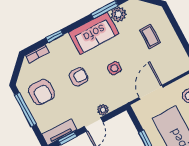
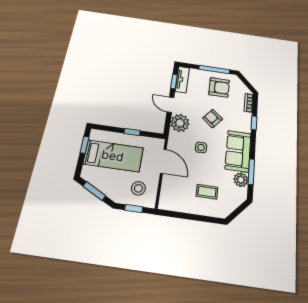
armchair: (79, 77) -> (213, 119), turned 130
armchair: (42, 92) -> (219, 87), turned 180
plant: (103, 110) -> (180, 123), width x1.88, depth x1.88

